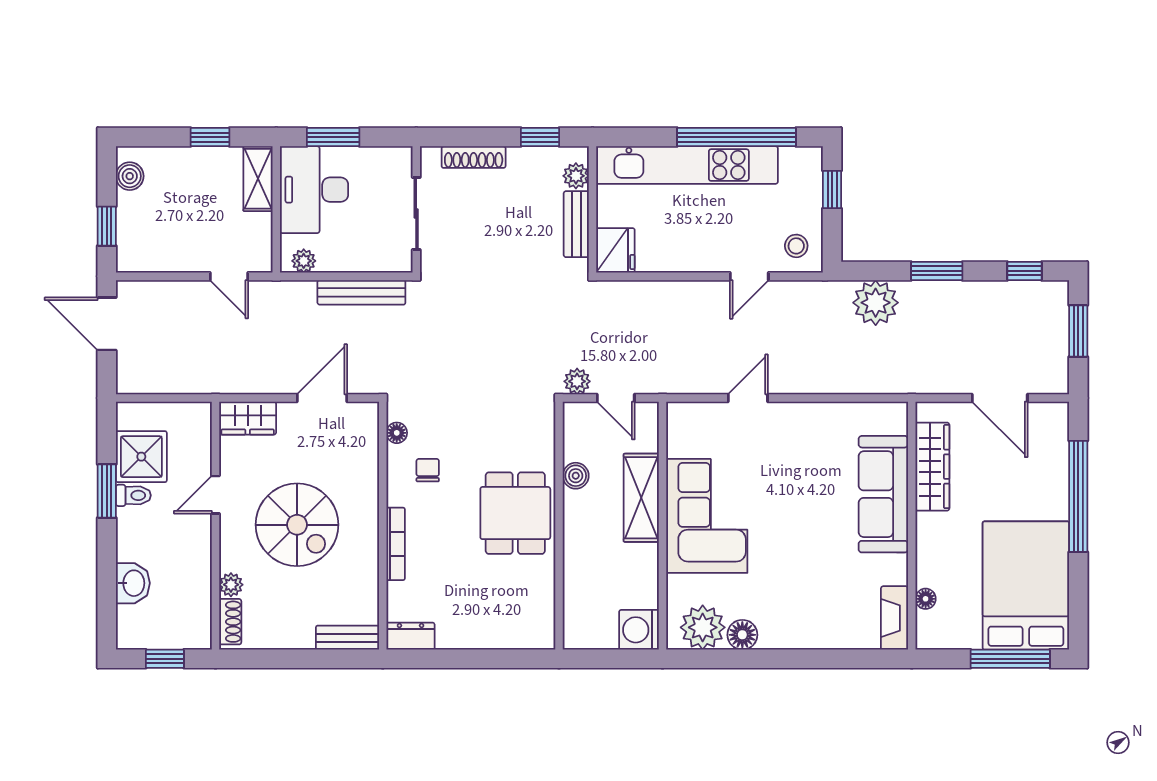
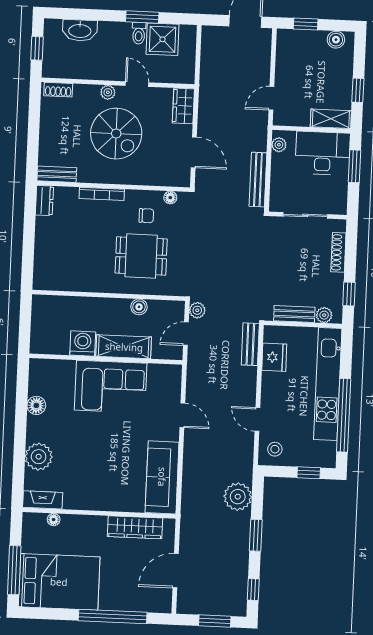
fridge: (615, 250) -> (274, 357), moved, turned -90
bench: (628, 293) -> (250, 344), added
sofa: (883, 494) -> (162, 477), moved, turned -90
dining table: (515, 513) -> (141, 256), moved
spiral stairs: (297, 525) -> (116, 134), turned -90
washbasin: (133, 583) -> (80, 30), width x1.38
plant: (231, 585) -> (108, 92), moved
plant: (703, 627) -> (39, 457), moved
washing machine: (639, 630) -> (83, 344), moved
bench: (347, 638) -> (57, 174), moved, turned 90

